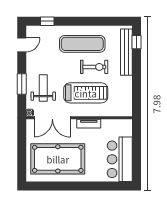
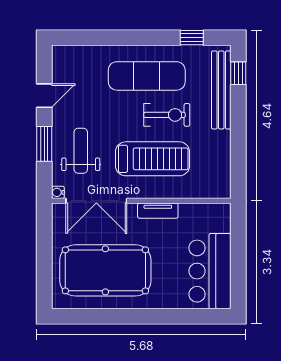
window: (47, 21) -> (192, 38), moved
door: (22, 45) -> (44, 96), moved

